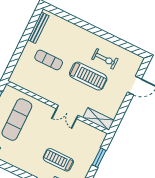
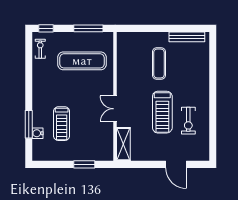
treadmill: (58, 160) -> (62, 124), turned 180

